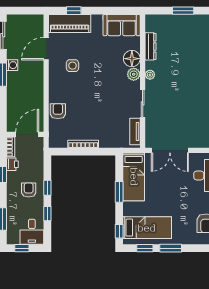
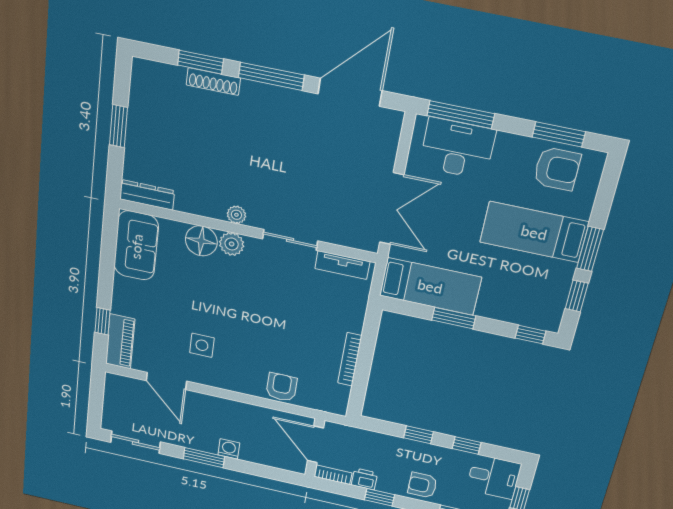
piano: (70, 24) -> (120, 341), width x0.73, depth x0.75
dresser: (150, 46) -> (147, 195), moved
washing machine: (12, 65) -> (229, 449), moved
armchair: (58, 111) -> (281, 387), turned 90
armchair: (29, 190) -> (422, 485), moved
bed: (147, 228) -> (534, 232), moved, turned -90

